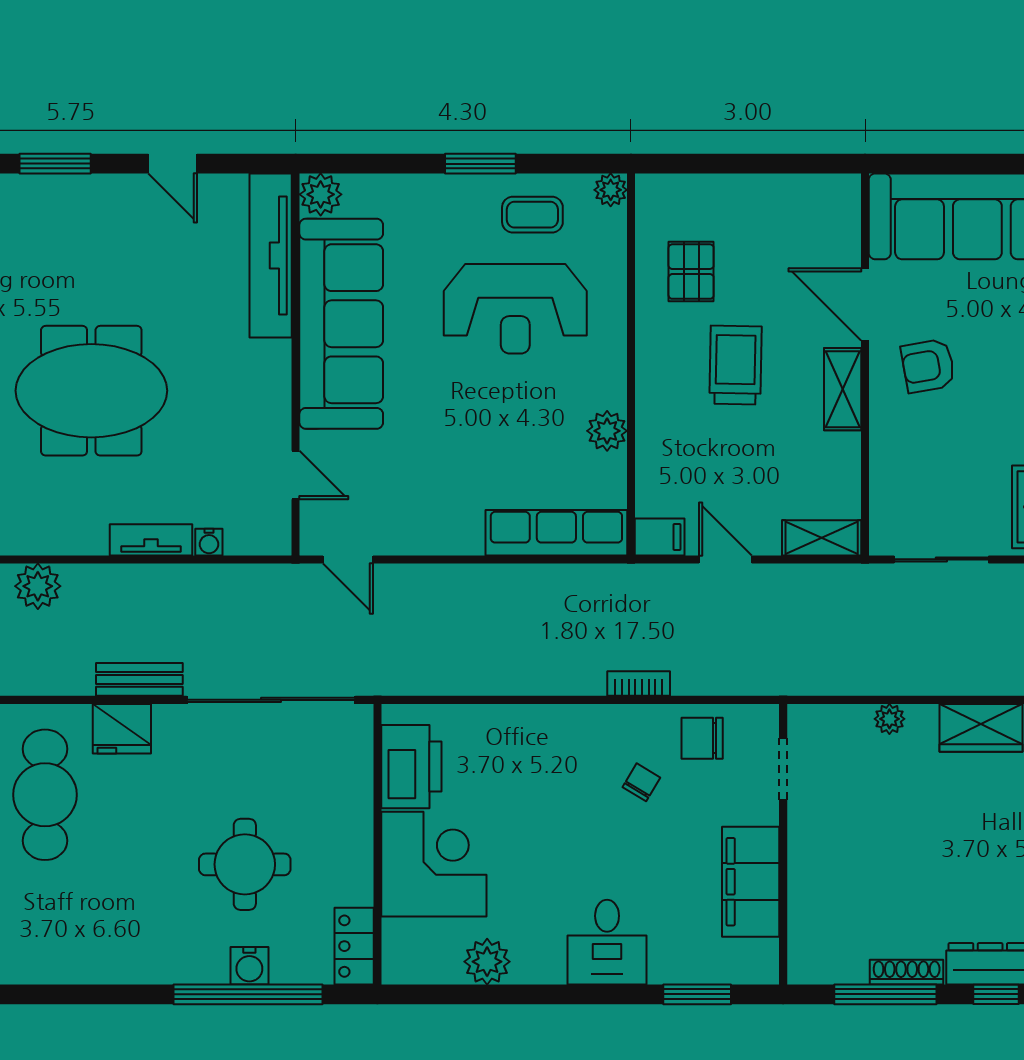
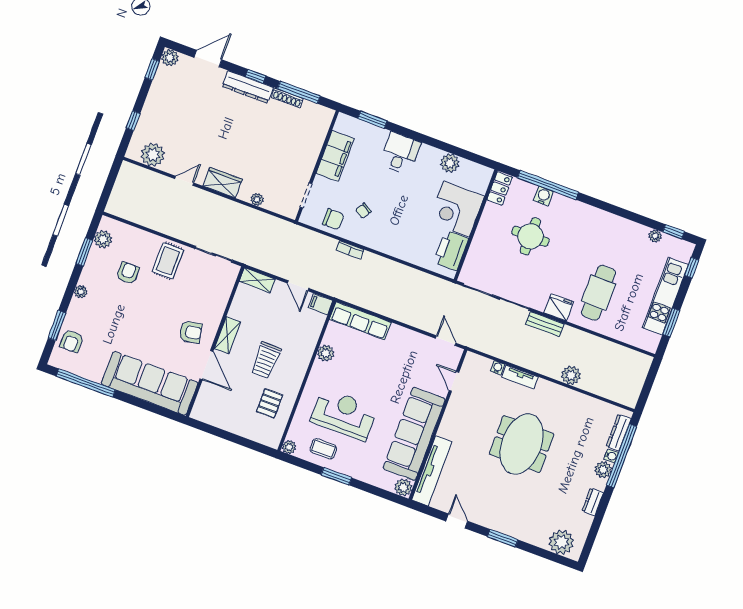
meeting table: (91, 391) -> (522, 444), turned 90

